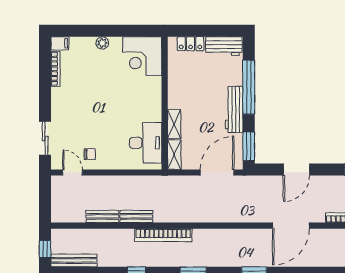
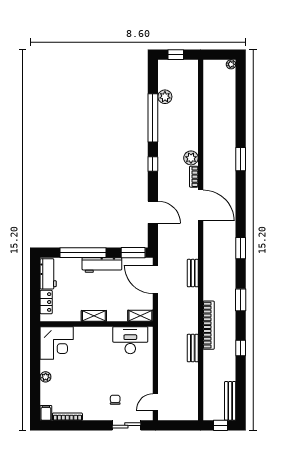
shelving: (174, 124) -> (94, 316), moved
chair: (90, 154) -> (115, 400), moved
bench: (102, 216) -> (193, 273), moved
door: (291, 226) -> (201, 205), moved

